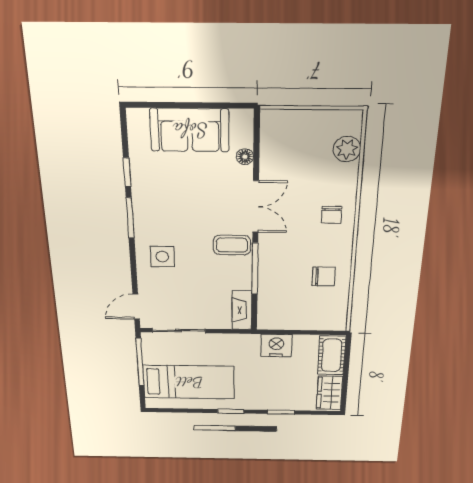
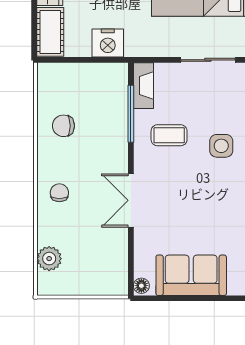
floor lamp: (245, 157) -> (141, 286), moved
coffee table: (232, 245) -> (169, 135), moved
window: (255, 269) -> (131, 114), moved

